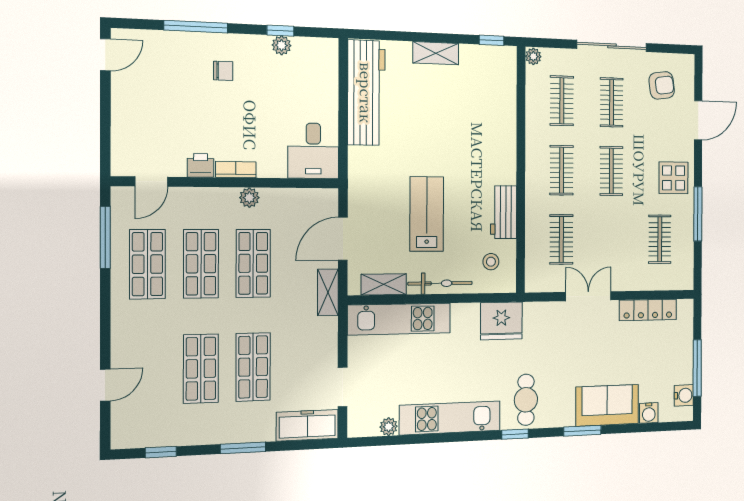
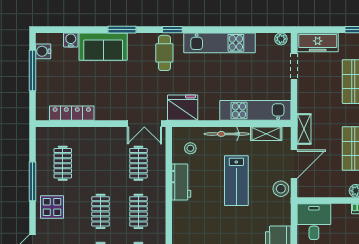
stool: (362, 201) -> (281, 189), added
double door: (588, 296) -> (144, 124), moved
plant: (389, 427) -> (281, 39), moved

